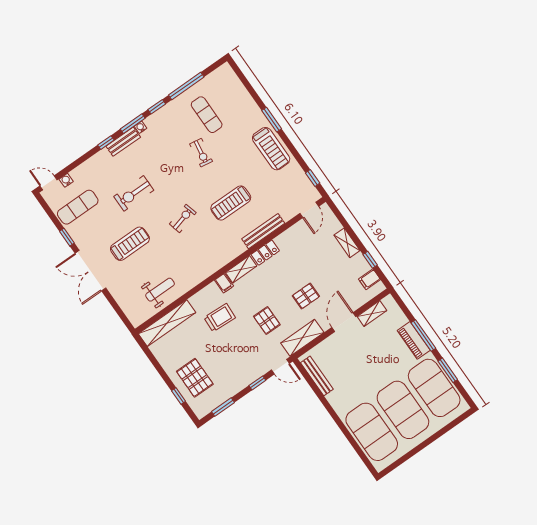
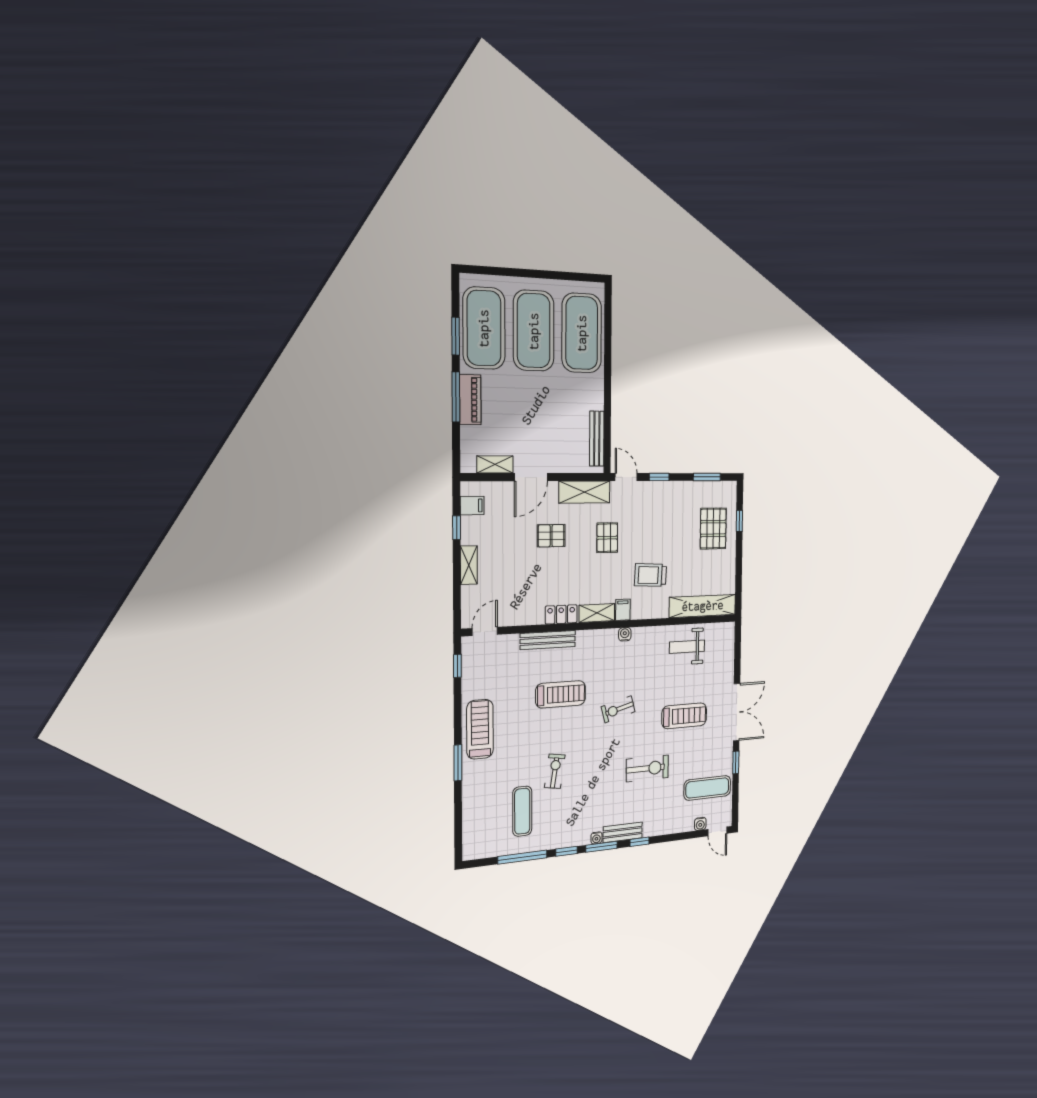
treadmill: (130, 244) -> (684, 716), turned 180
water cooler: (212, 269) -> (625, 634), added

